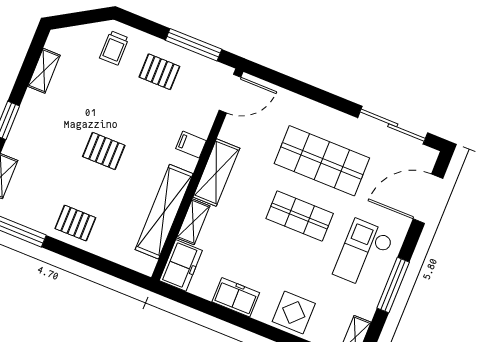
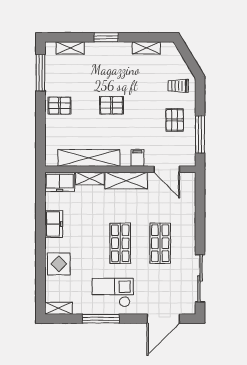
door: (230, 94) -> (167, 169), moved
pallet: (104, 151) -> (111, 105), turned 90
shop shelf: (322, 161) -> (160, 243), width x0.70, depth x0.74
door: (428, 199) -> (163, 319), swing flipped
pallet: (75, 223) -> (60, 106), turned 90

